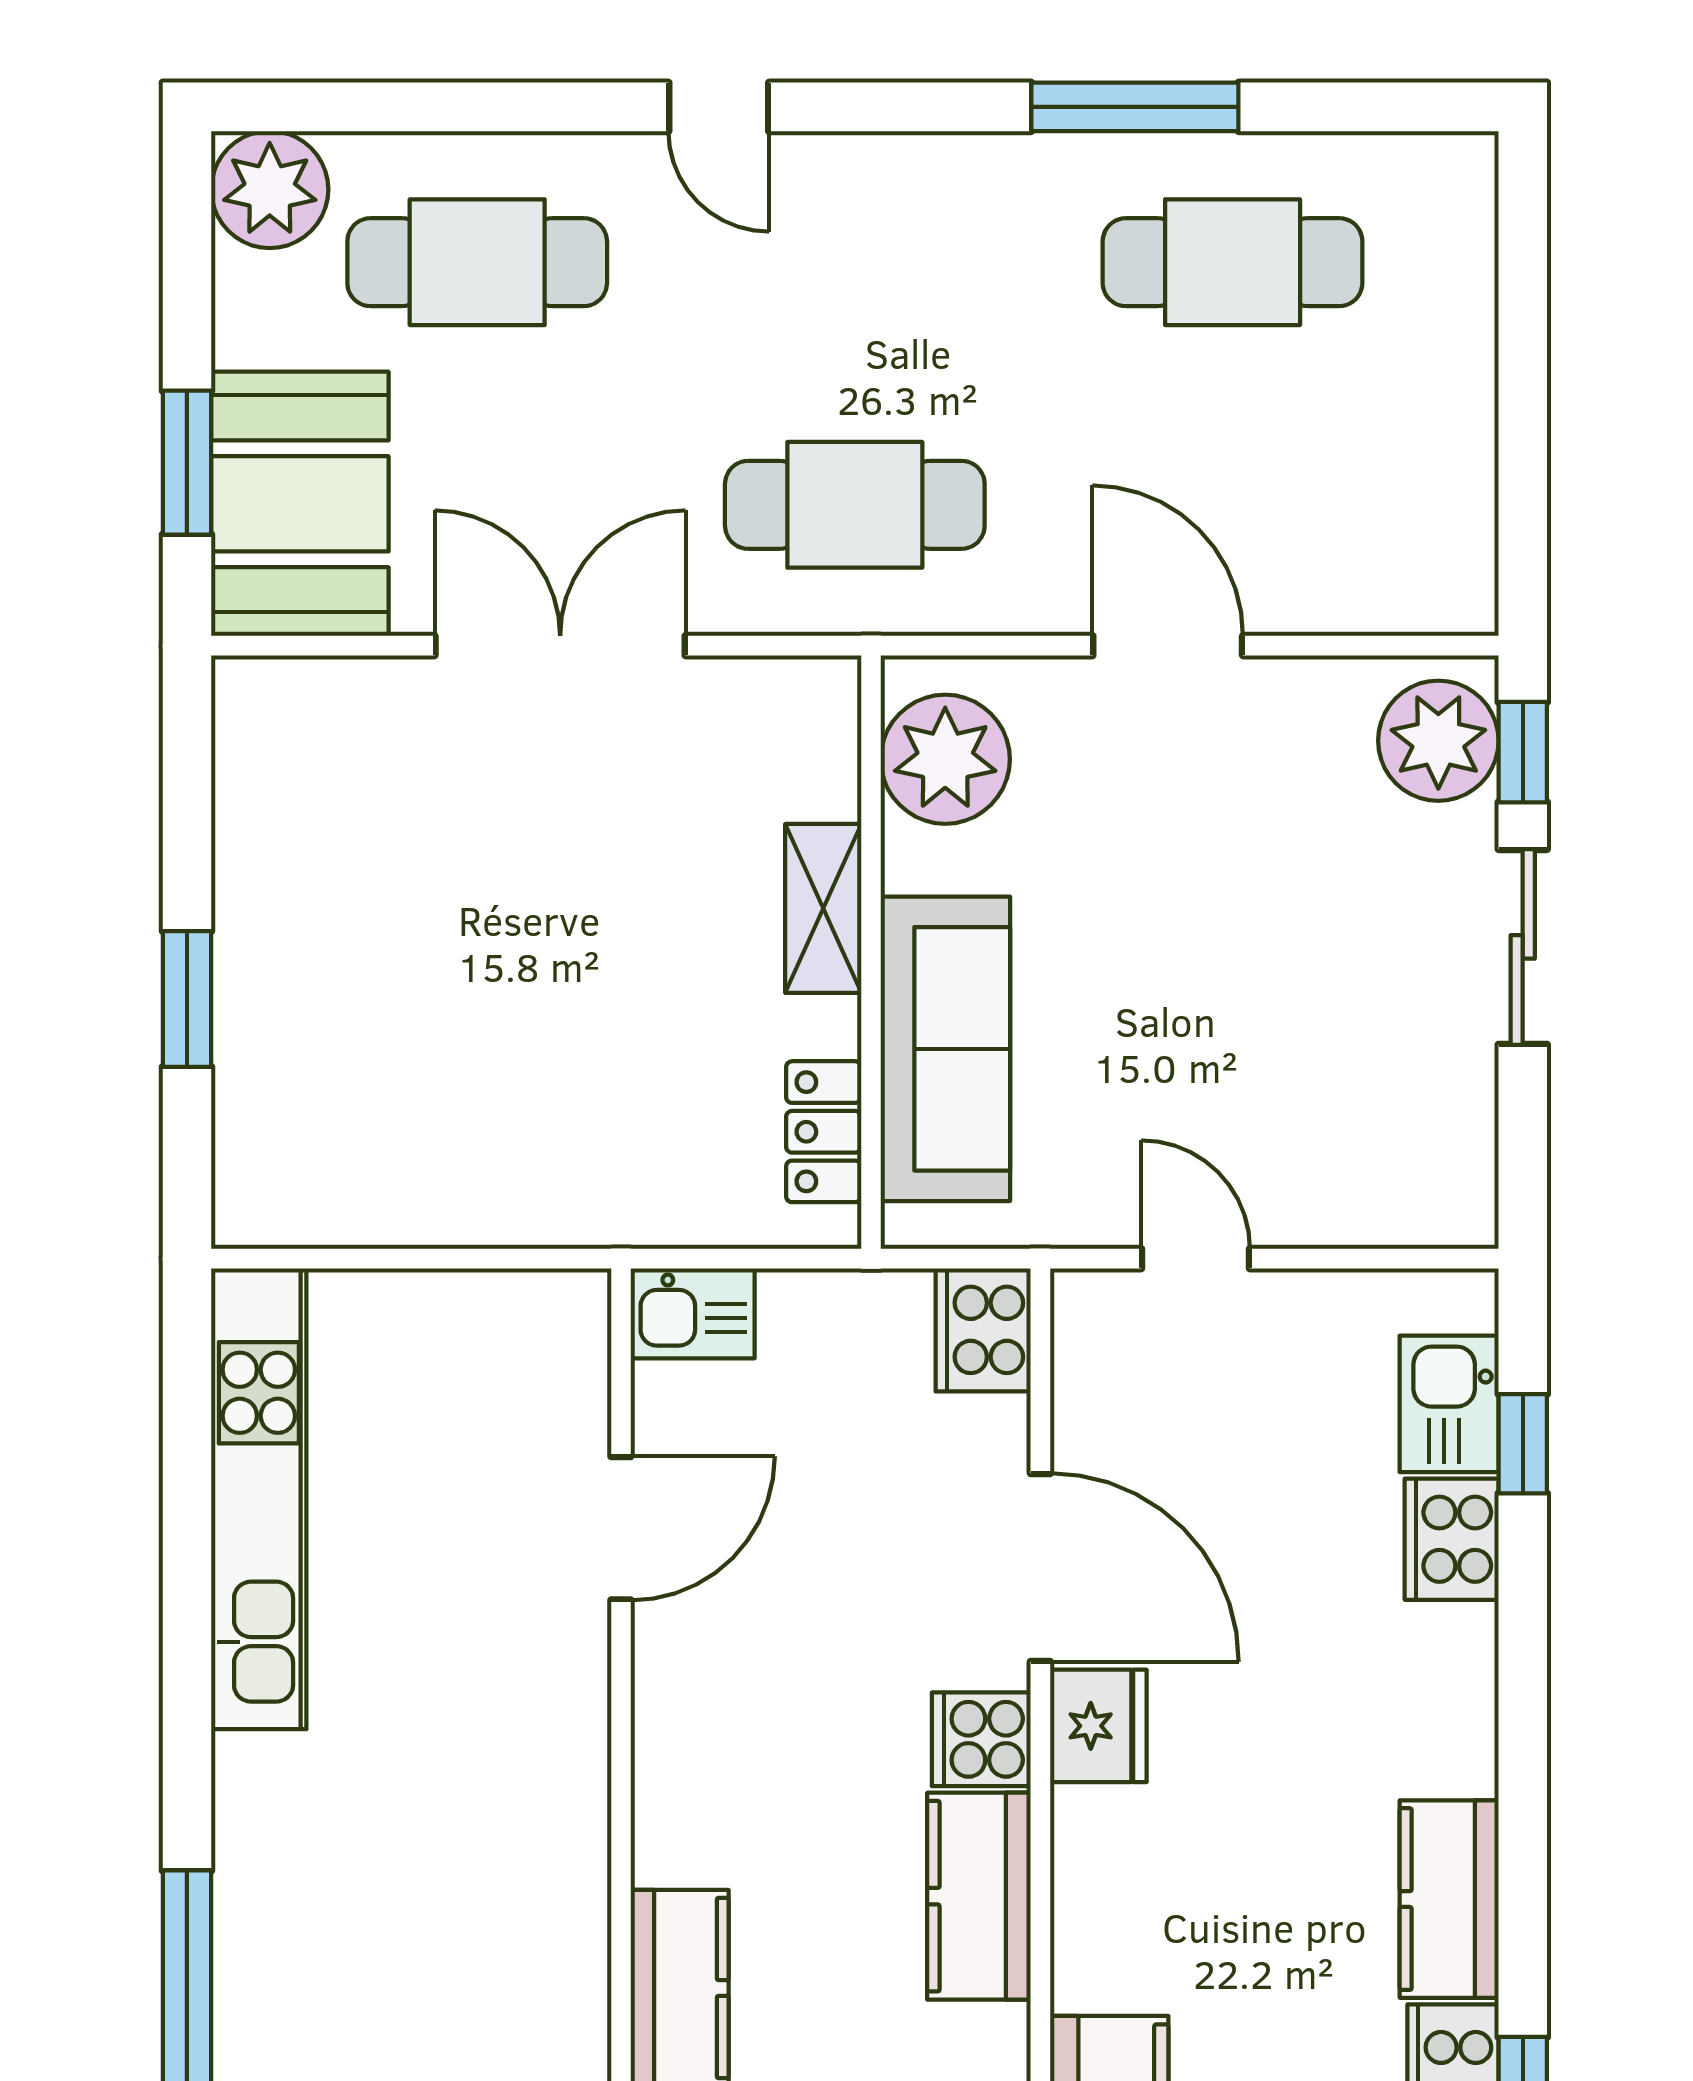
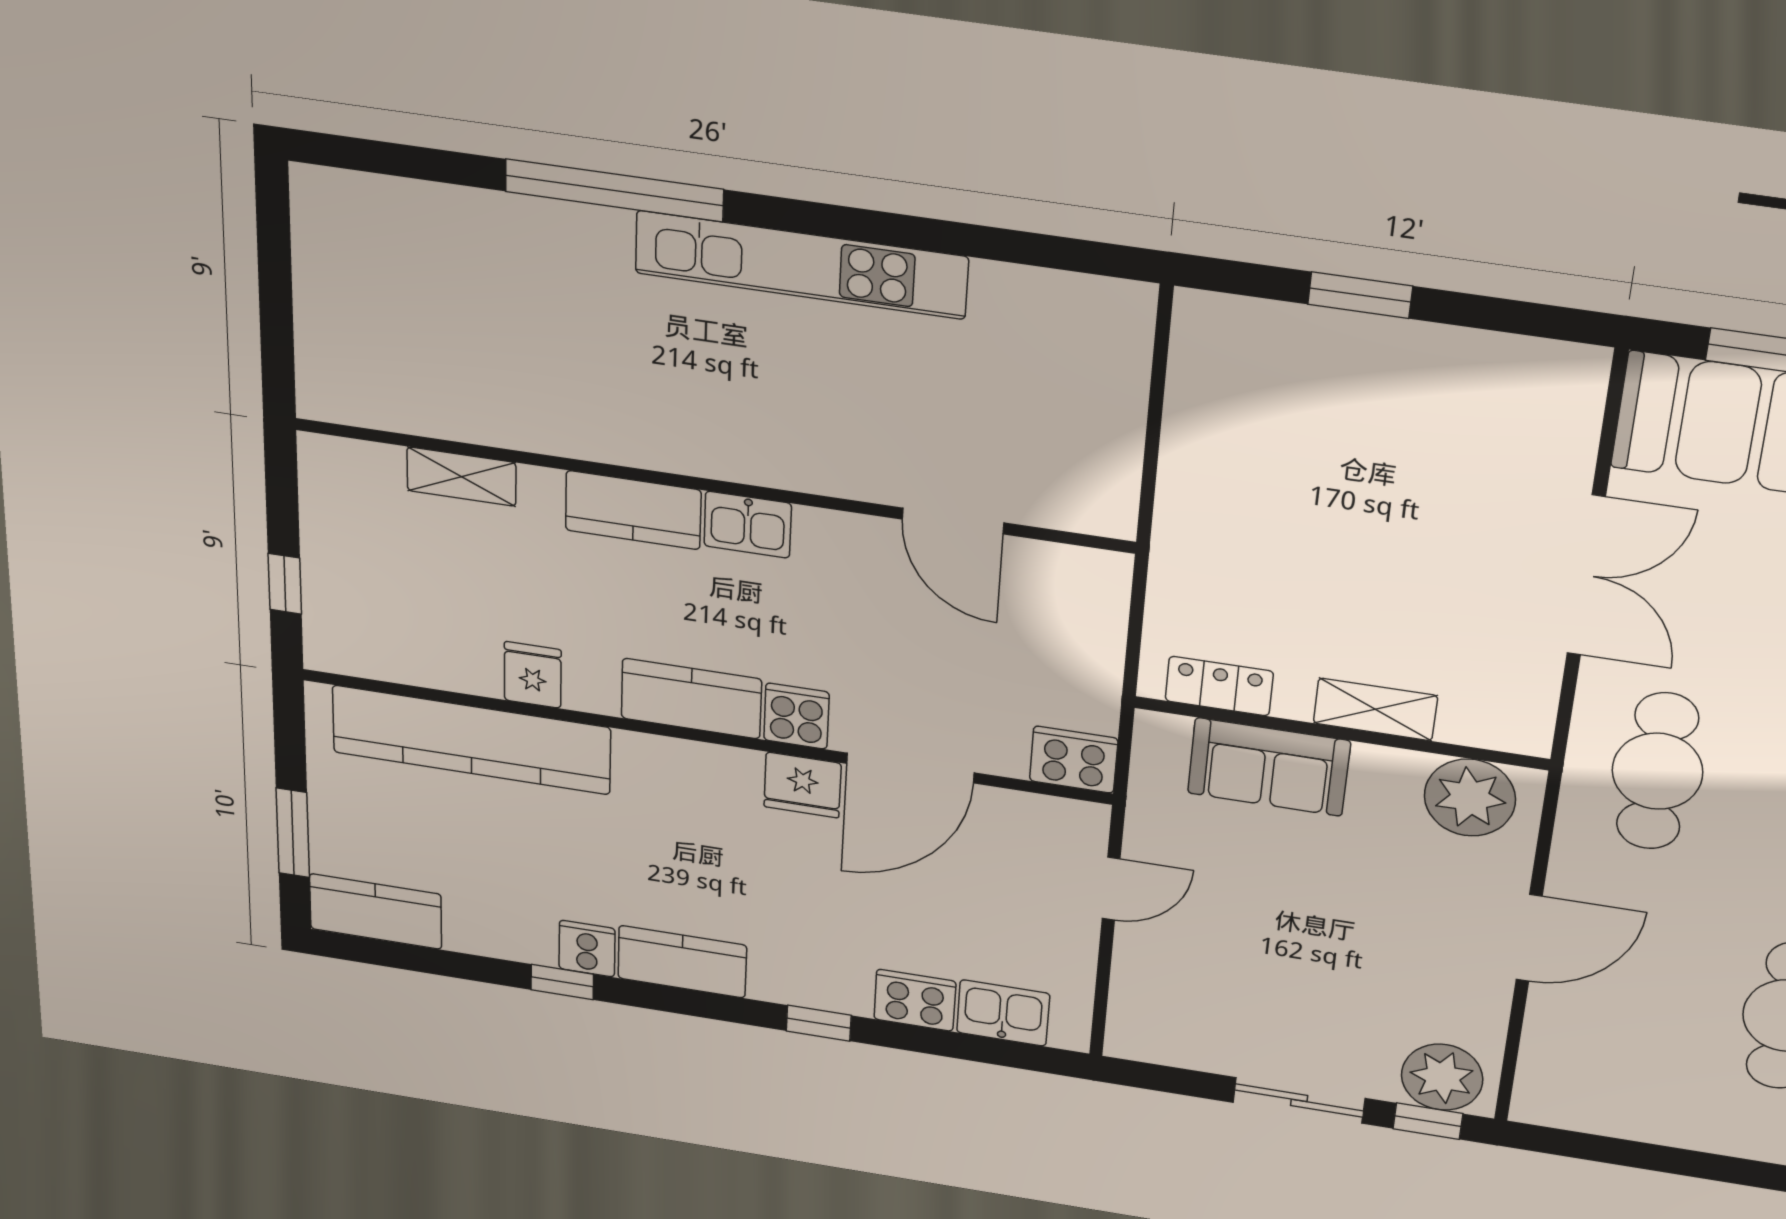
sofa: (945, 1049) -> (1269, 767), width x0.73
kitchen sink: (693, 1313) -> (748, 525), moved, turned -90
window: (1523, 1444) -> (819, 1023), moved
kitchen unit: (259, 1499) -> (801, 265), moved

